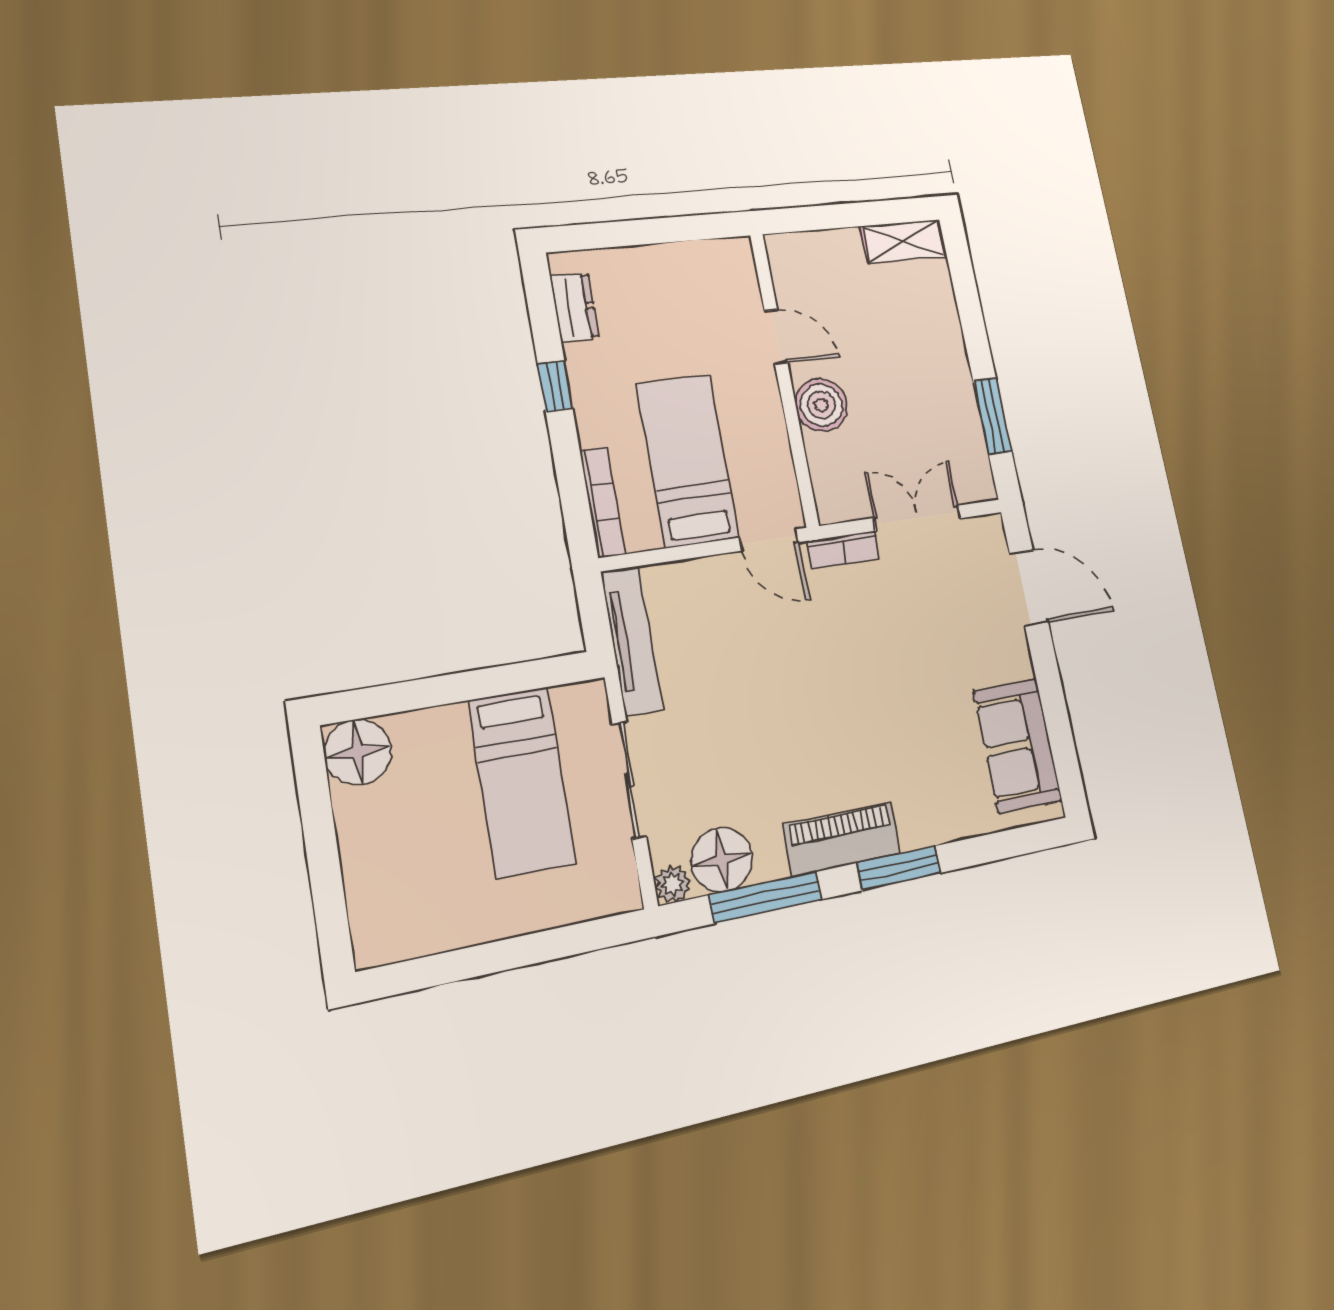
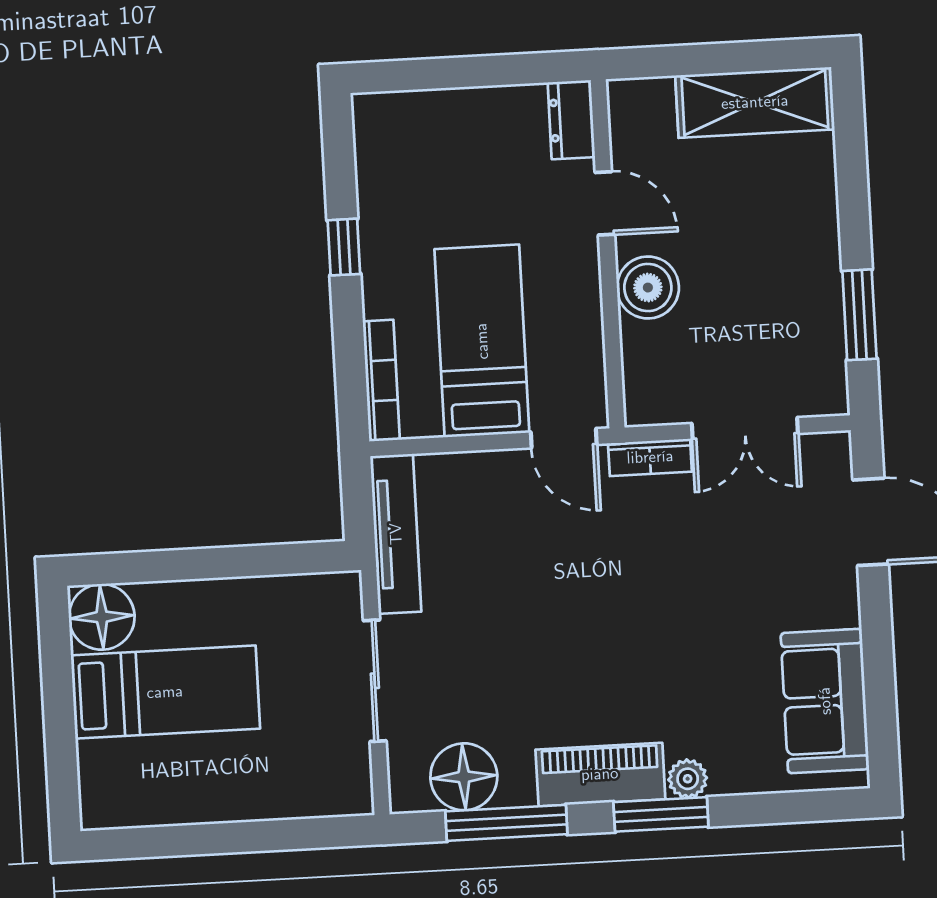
shelving: (904, 241) -> (755, 102), width x1.50, depth x1.33
dresser: (575, 307) -> (571, 120), moved, turned 180
double door: (917, 518) -> (745, 428), swing flipped
bed: (522, 782) -> (165, 692), moved, turned -90
plant: (673, 884) -> (688, 779), moved

